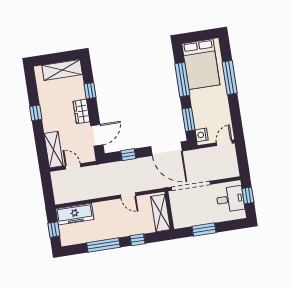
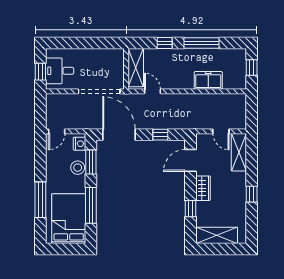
stool: (200, 113) -> (78, 168), added
door: (128, 195) -> (152, 91), moved
freezer: (75, 214) -> (208, 80), moved, width x0.71
window: (204, 229) -> (92, 43), removed

